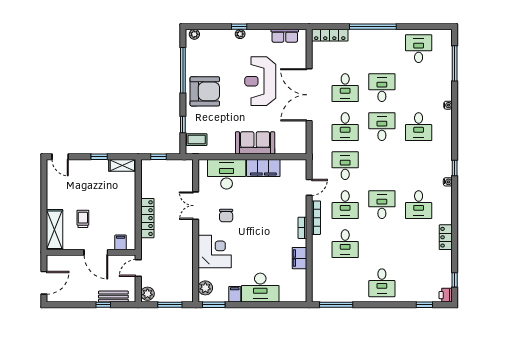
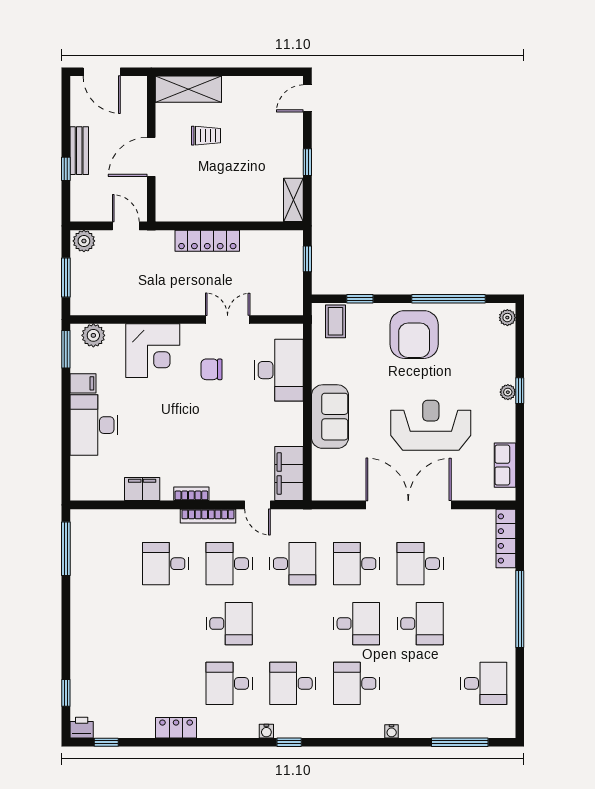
filing cabinet: (263, 168) -> (289, 473), moved
filing cabinet: (121, 242) -> (168, 197), removed
desk: (382, 283) -> (293, 683), moved
bench: (113, 297) -> (79, 151), moved

